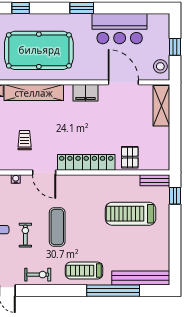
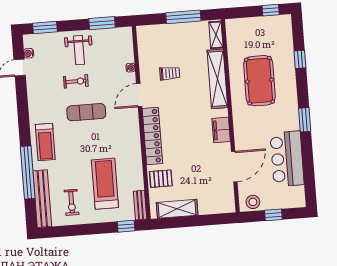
pool table: (39, 50) -> (259, 81), width x0.73, depth x0.76
shelving: (161, 106) -> (177, 209), moved
treadmill: (84, 271) -> (45, 142), turned 180
exercise bike: (38, 275) -> (72, 202), moved

